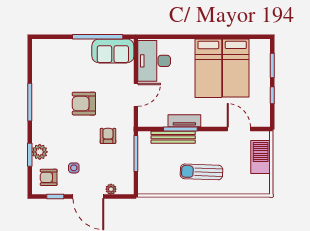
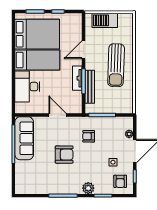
sofa: (113, 51) -> (24, 138), width x1.36
desk: (154, 61) -> (27, 87), moved, turned 90
bed: (236, 68) -> (37, 34), width x1.50
armchair: (84, 104) -> (64, 155), turned -90
door: (239, 129) -> (83, 50), moved
plant: (40, 152) -> (88, 188), moved
sun lounger: (201, 172) -> (116, 65), width x1.36, depth x1.34

